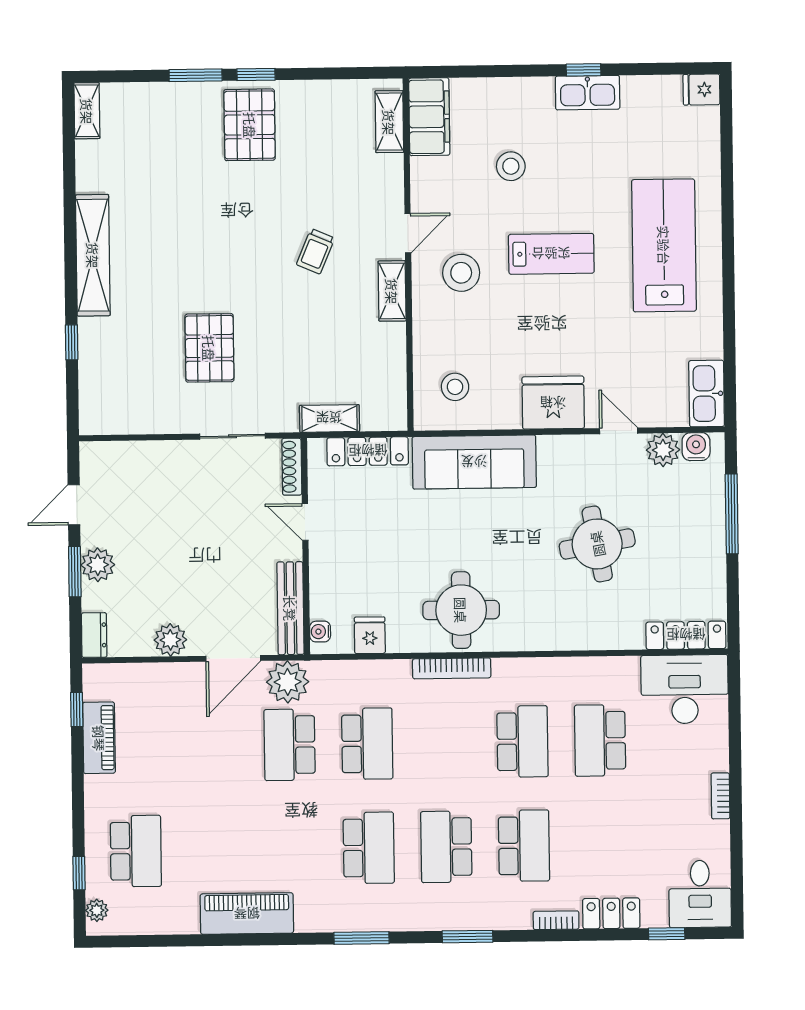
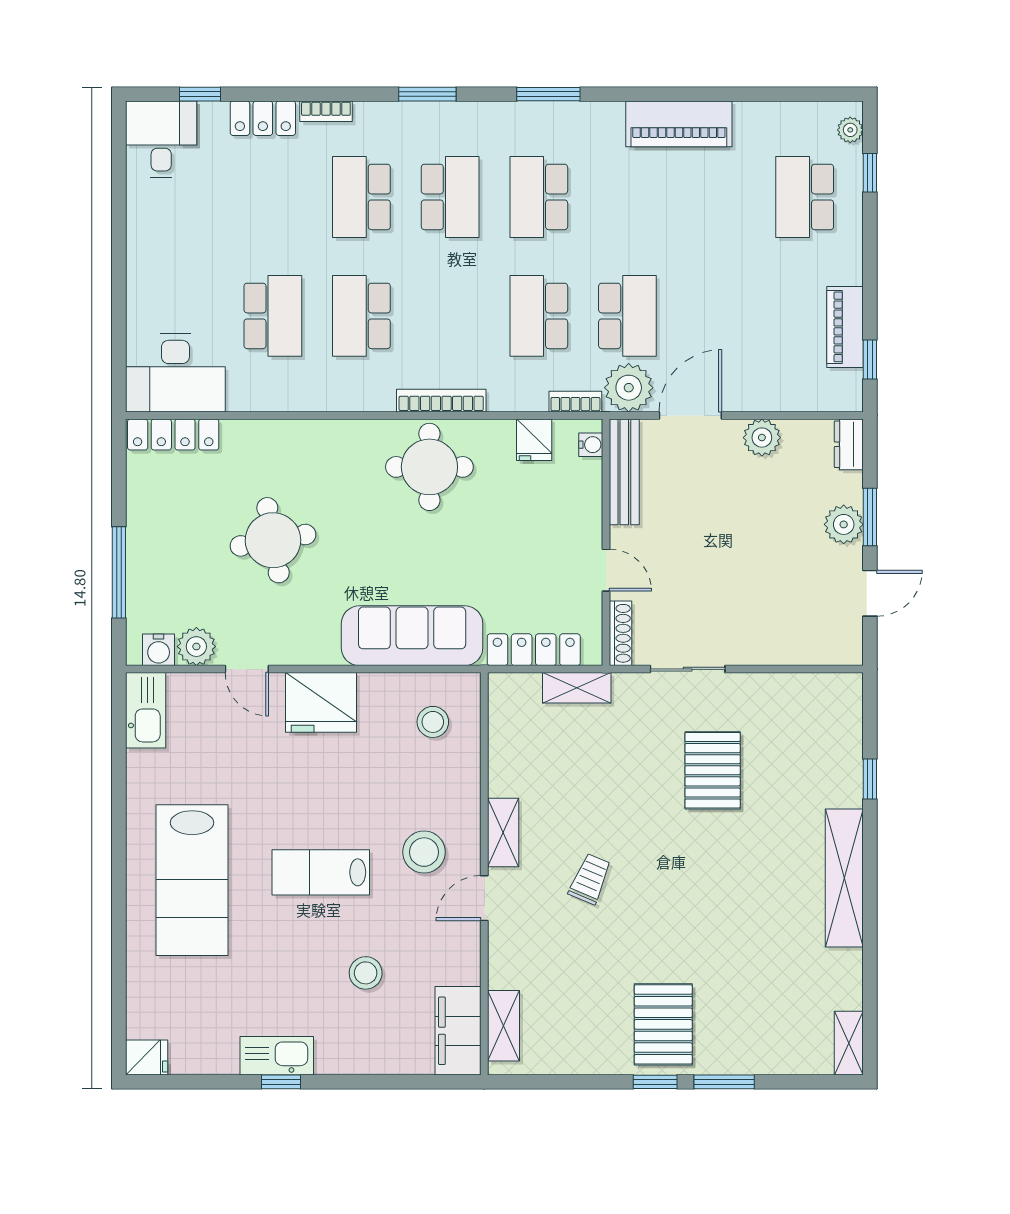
bookcase: (720, 796) -> (575, 402), moved, turned -90

